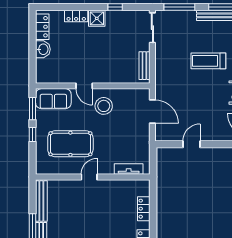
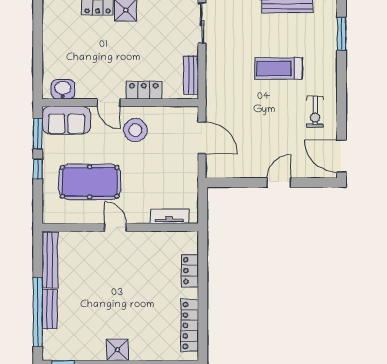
locker: (42, 27) -> (144, 90), moved, turned -90
washbasin: (43, 49) -> (63, 89), moved, turned -90
door: (192, 144) -> (279, 182), moved
door: (89, 177) -> (115, 227), hinge flipped

